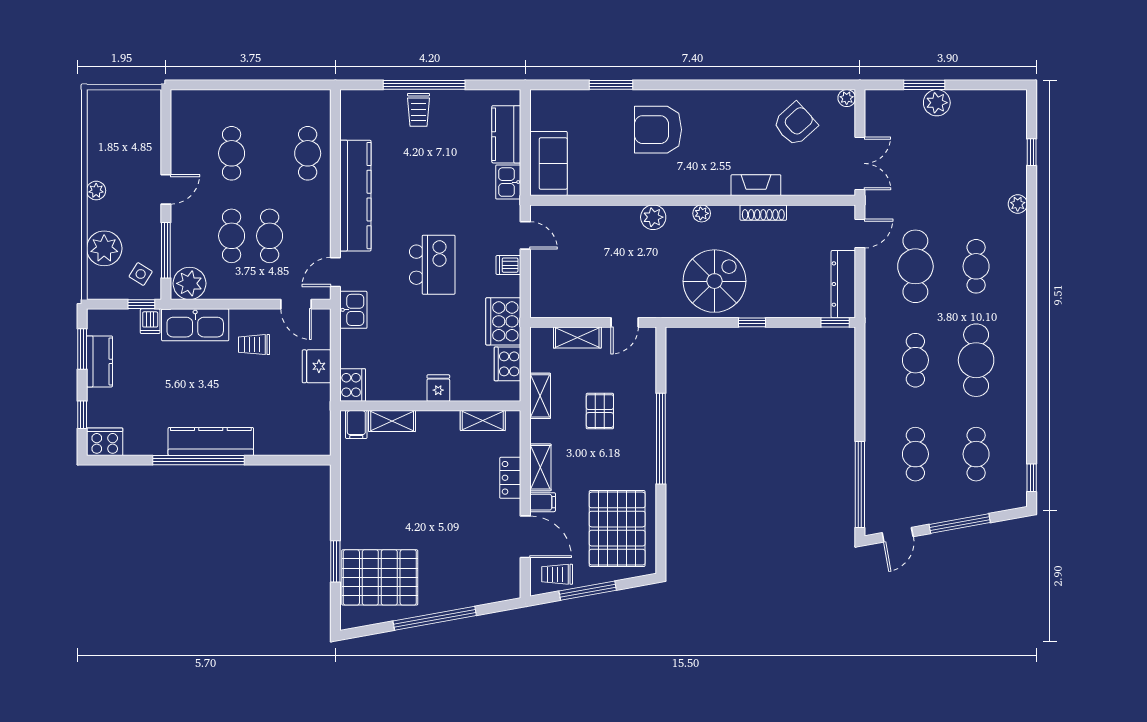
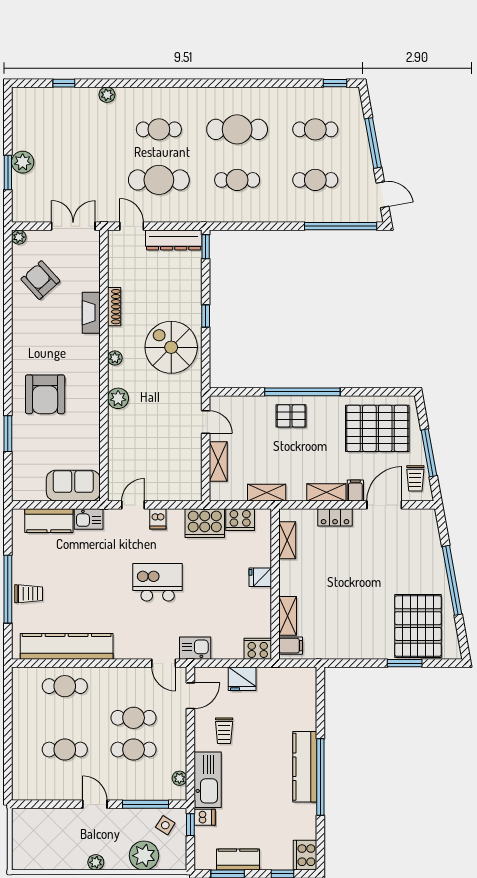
kitchen counter: (355, 196) -> (67, 646), moved
plant: (190, 283) -> (179, 778), width x0.53, depth x0.53
pallet: (600, 411) -> (291, 416), moved

